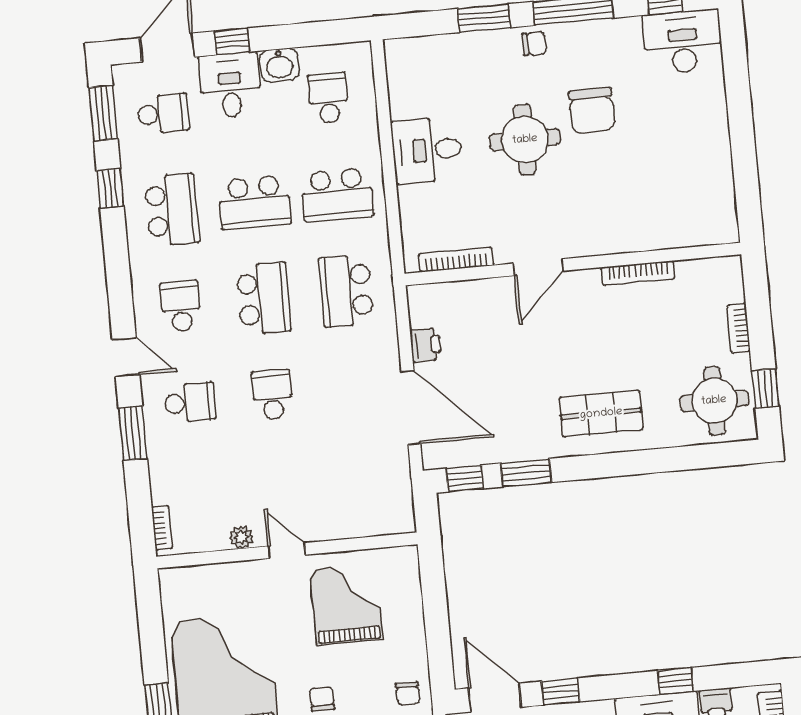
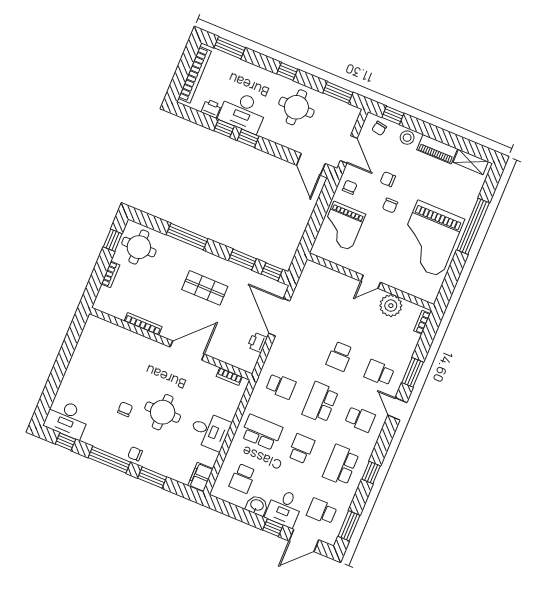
filing cabinet: (401, 62) -> (200, 477), added
chair: (592, 111) -> (125, 409), width x0.54, depth x0.54
window: (110, 188) -> (371, 473), moved
school desk: (255, 202) -> (301, 449), width x0.54
bookcase: (456, 260) -> (229, 377), width x0.64
door: (538, 267) -> (187, 351), width x1.36
school desk: (346, 291) -> (281, 386), width x0.54
school desk: (181, 306) -> (360, 419), turned -90
shop shelf: (601, 414) -> (205, 288), moved
window: (641, 462) -> (187, 237), added
plant: (241, 537) -> (391, 306), width x1.87, depth x1.87
door: (287, 551) -> (371, 282), hinge flipped
grand piano: (346, 604) -> (342, 226), moved
window: (561, 692) -> (248, 138), moved

